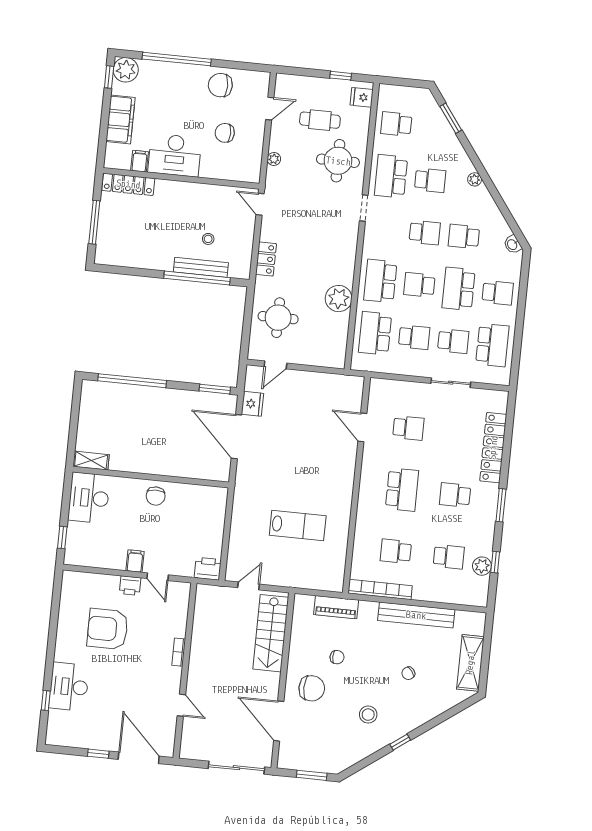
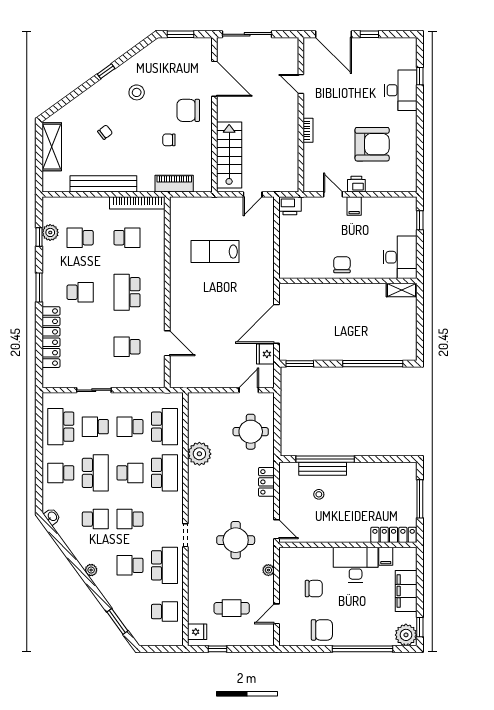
round table: (338, 161) -> (236, 540), moved
door: (236, 437) -> (277, 324), swing flipped

